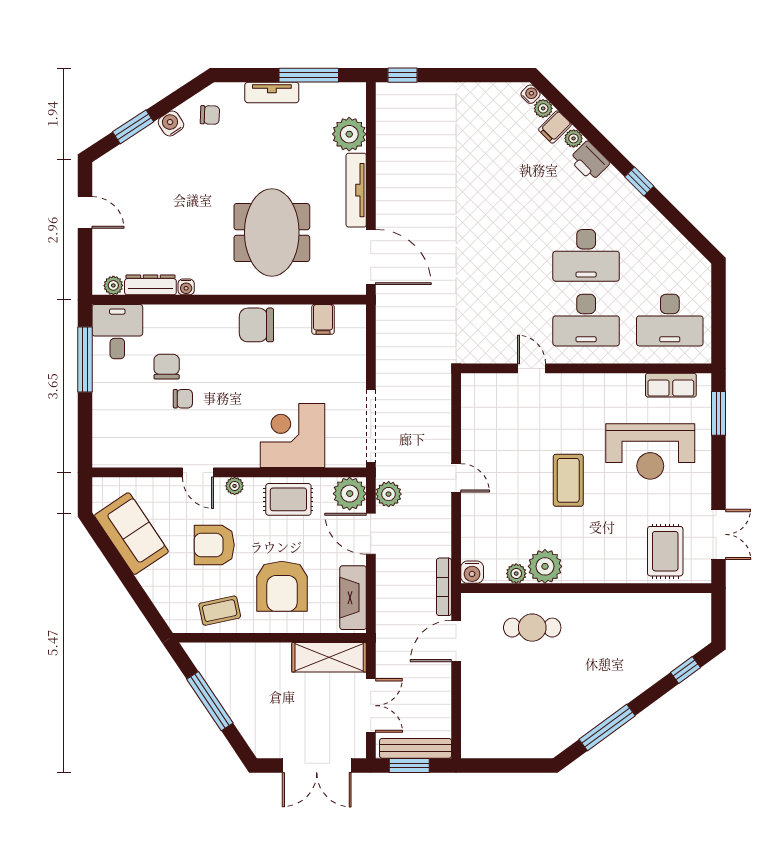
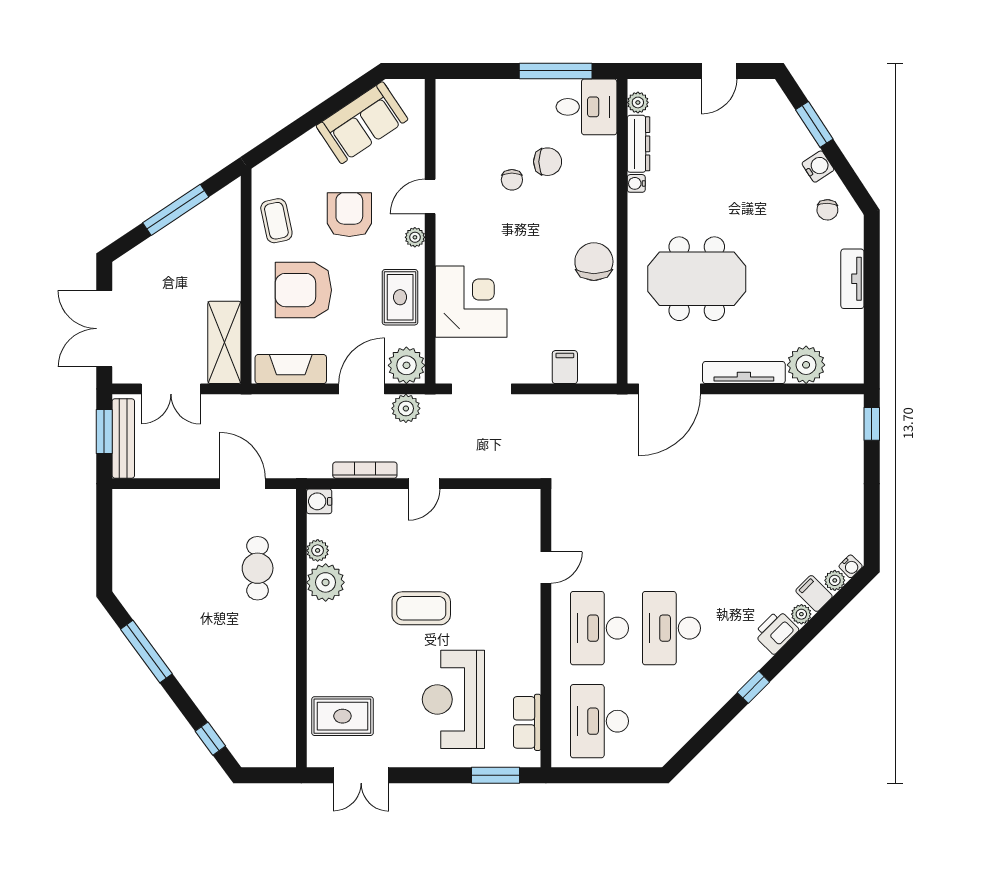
window: (309, 75) -> (872, 320), removed
filing cabinet: (323, 319) -> (565, 367), moved, turned 90
doorway: (371, 426) -> (481, 389), width x0.73
bookcase: (444, 587) -> (365, 470), moved

